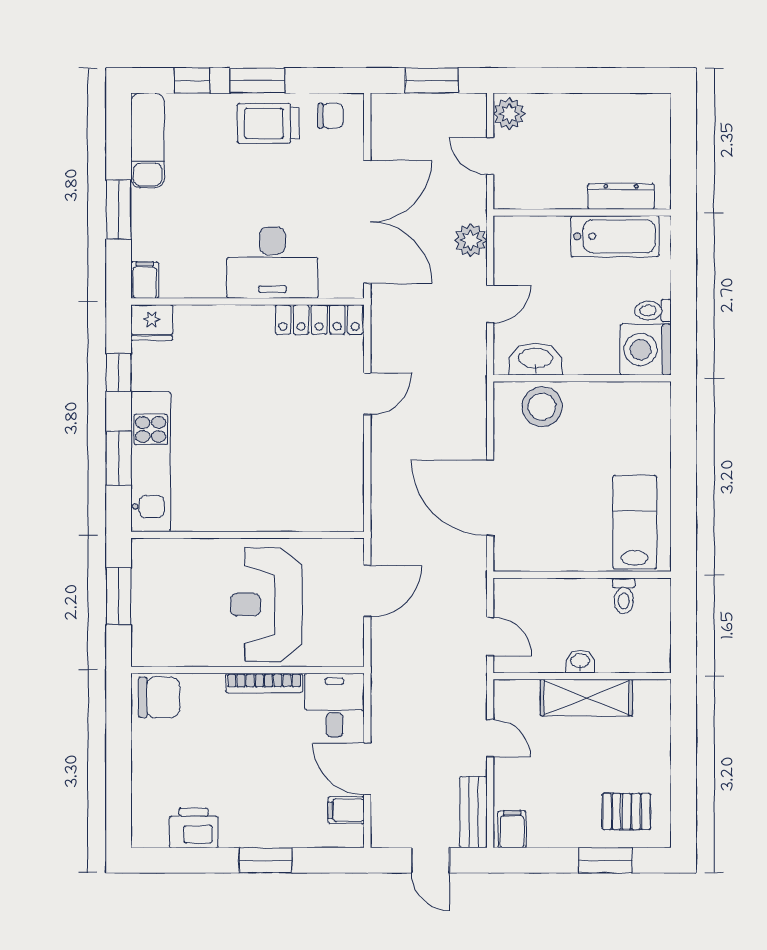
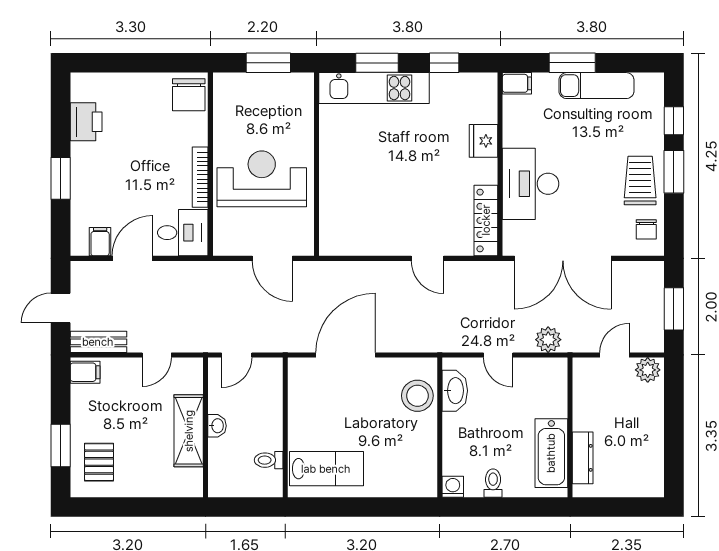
exam couch: (148, 140) -> (596, 86), moved
fridge: (152, 323) -> (484, 141), moved
washing machine: (646, 350) -> (453, 487), width x0.53, depth x0.53

